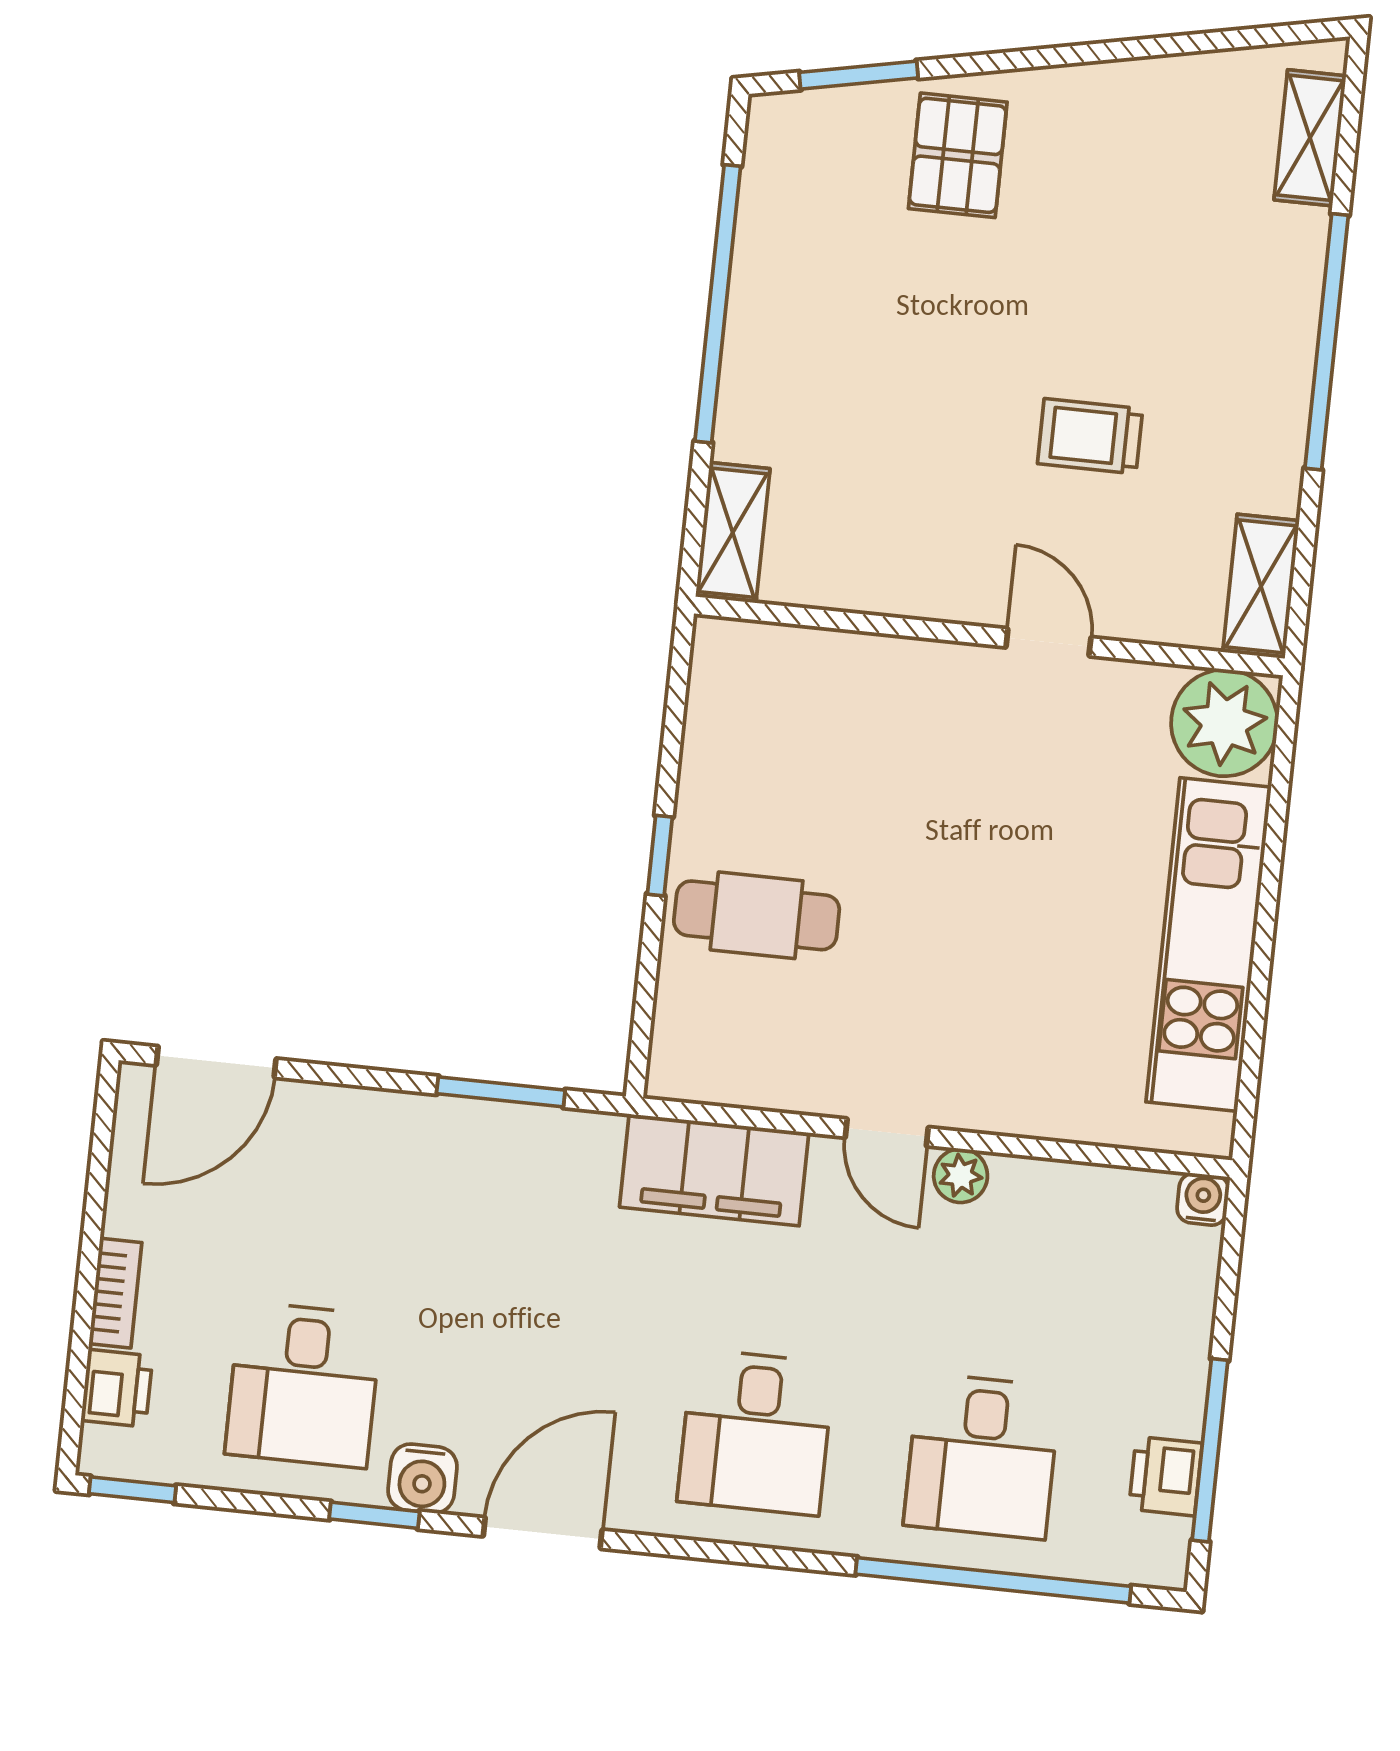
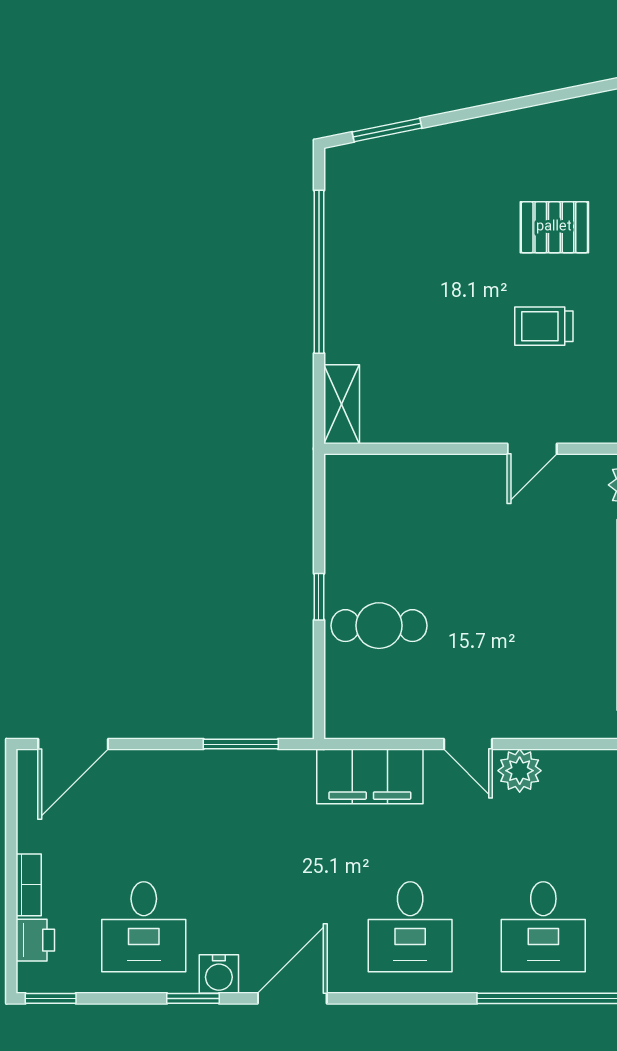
pallet: (958, 155) -> (554, 227), moved, turned 90
door: (1048, 642) -> (532, 449), swing flipped
plant: (961, 1176) -> (520, 771), width x1.38, depth x1.38

